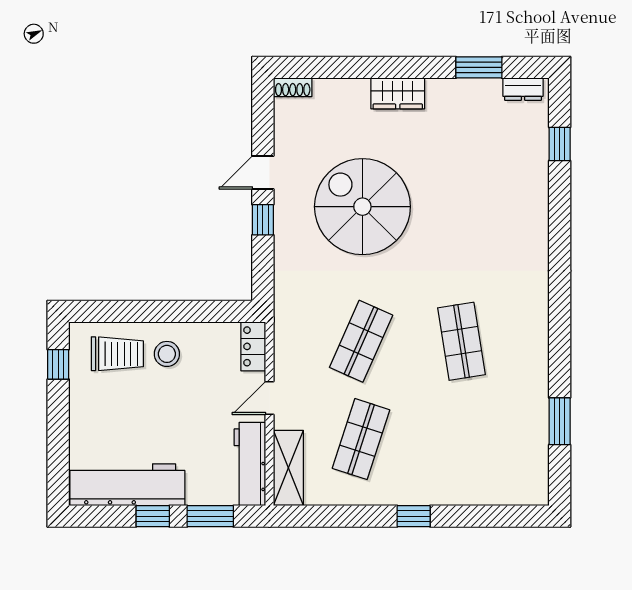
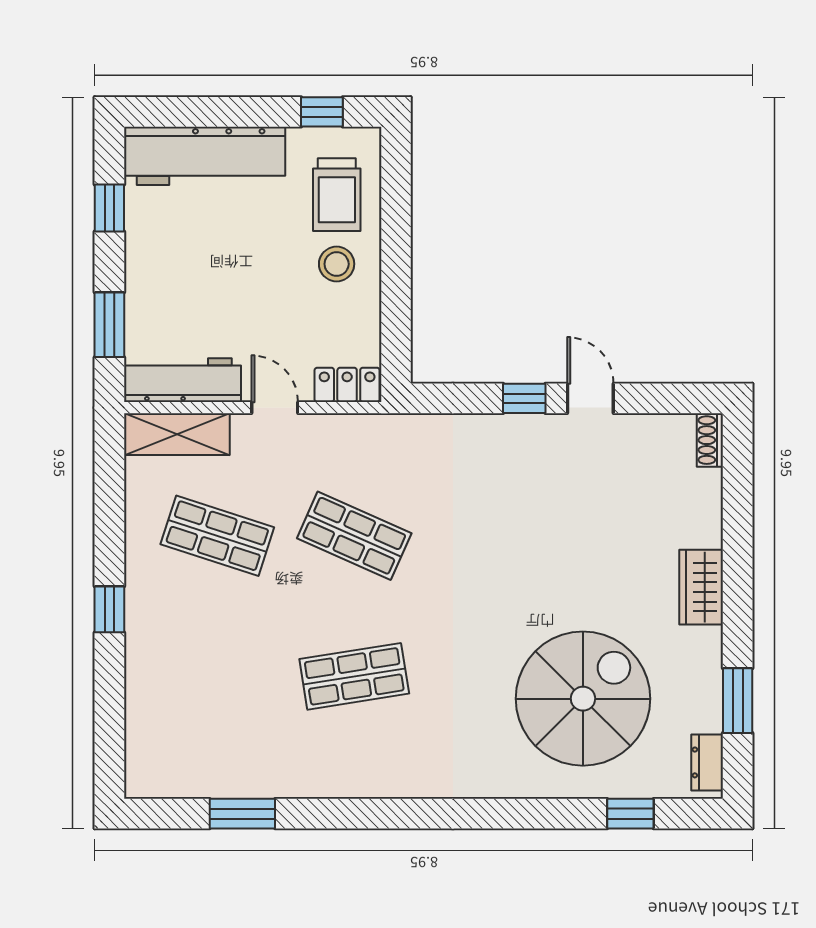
spiral stairs: (362, 207) -> (583, 699), moved
workbench: (127, 485) -> (205, 156), moved, turned 90
window: (153, 516) -> (109, 208), moved

